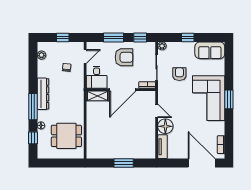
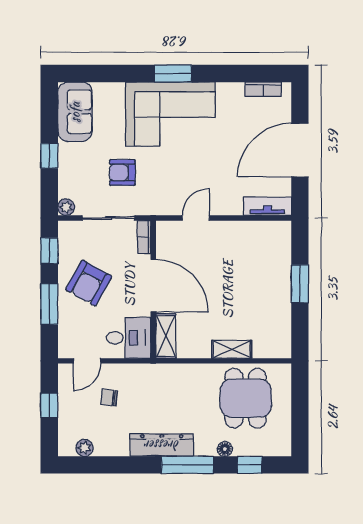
door: (85, 56) -> (87, 361), swing flipped
armchair: (124, 57) -> (89, 283), turned -151
floor lamp: (165, 126) -> (227, 200), removed
shelving: (91, 129) -> (232, 349), added
door: (202, 163) -> (300, 150), moved

